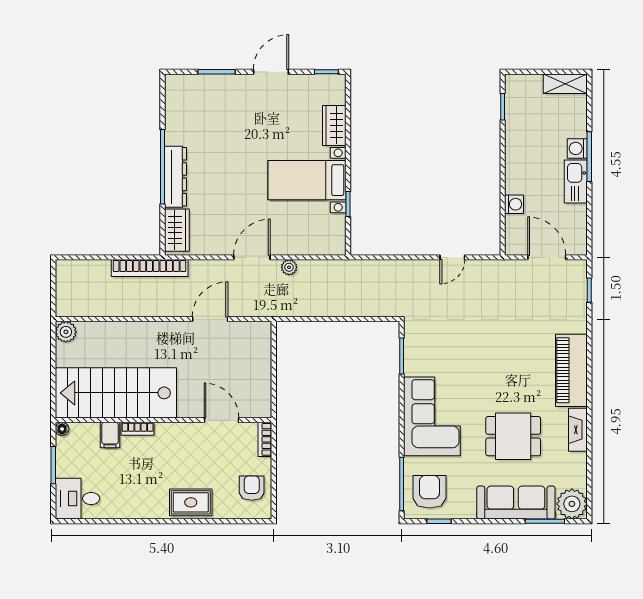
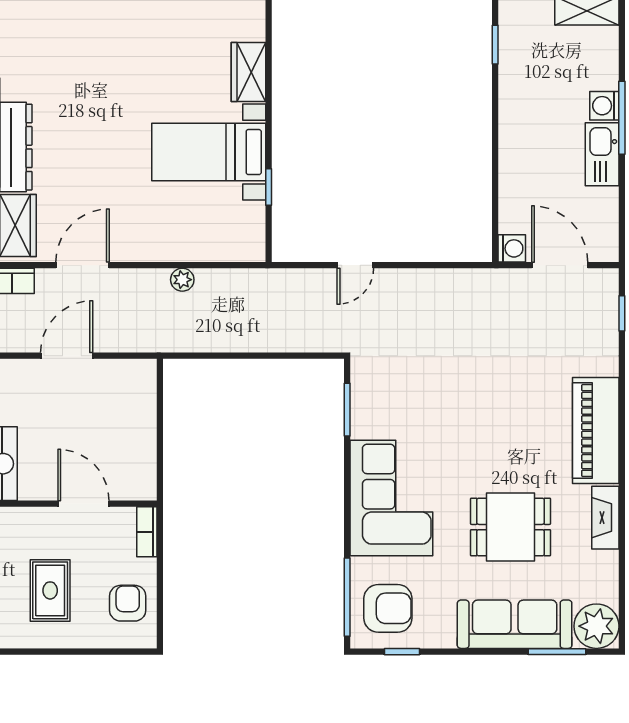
washing machine: (514, 204) -> (512, 248), moved
door: (252, 257) -> (83, 265), moved
door: (452, 257) -> (355, 265), moved
armchair: (429, 492) -> (388, 608), turned 90
rug: (191, 502) -> (50, 590), moved, turned 90

